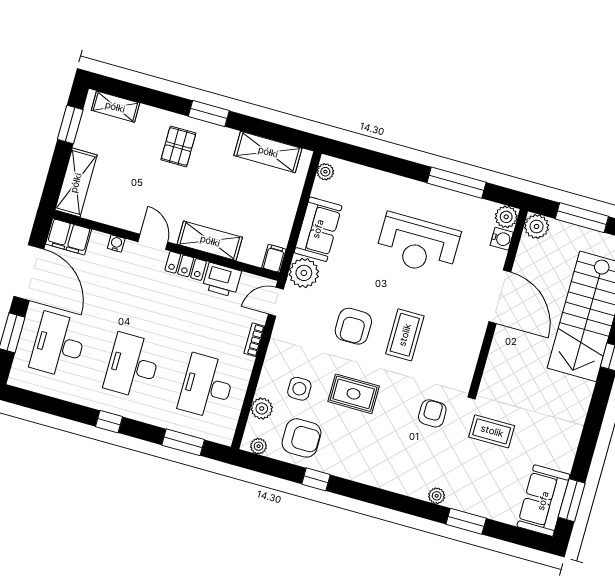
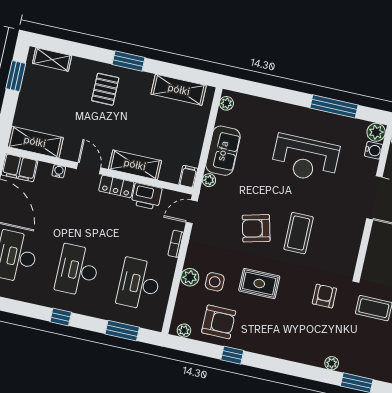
shelving: (76, 183) -> (35, 142), moved, turned 90
plant: (304, 273) -> (209, 180), width x0.53, depth x0.53
armchair: (353, 326) -> (256, 228), turned 76
plant: (262, 409) -> (190, 277), moved

